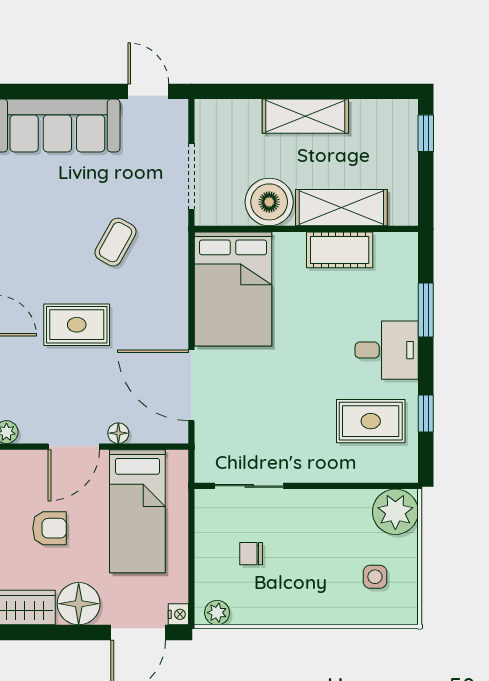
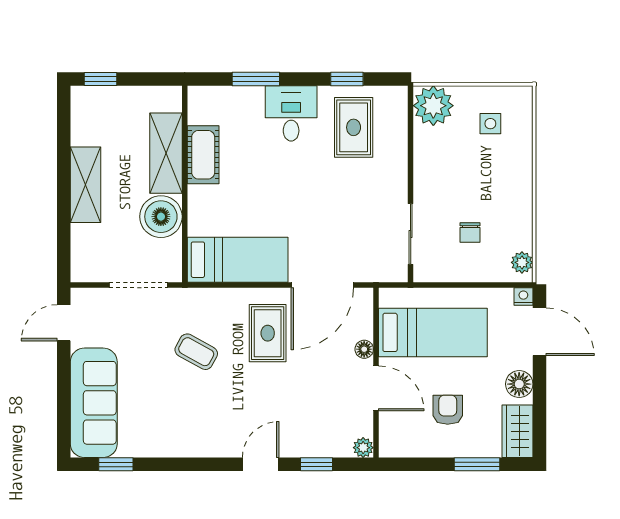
bed: (233, 289) -> (238, 260), width x0.67
rug: (77, 325) -> (268, 333), moved
floor lamp: (79, 604) -> (519, 384), width x0.73, depth x0.73

